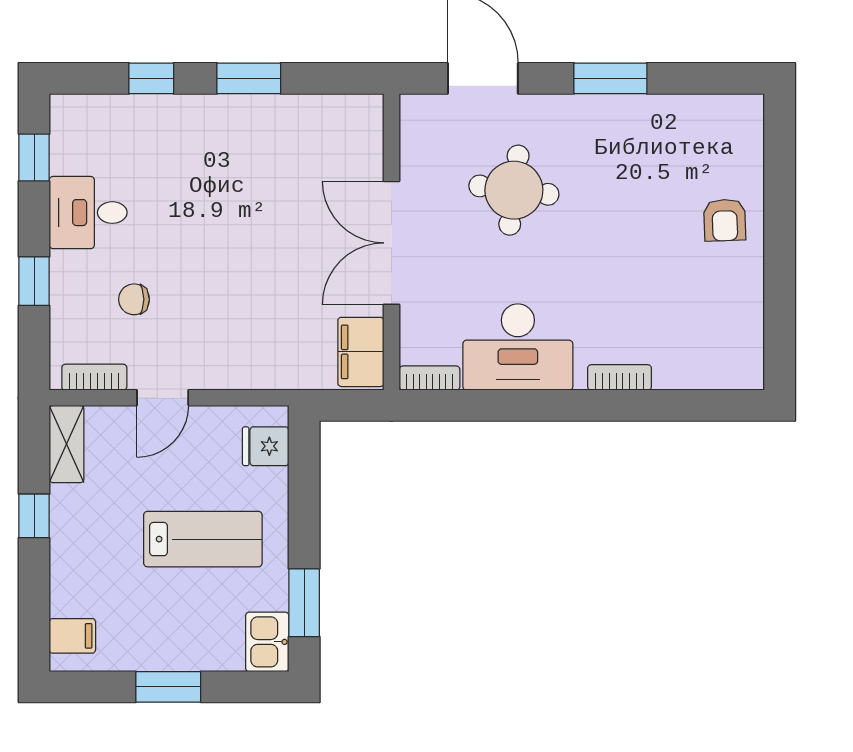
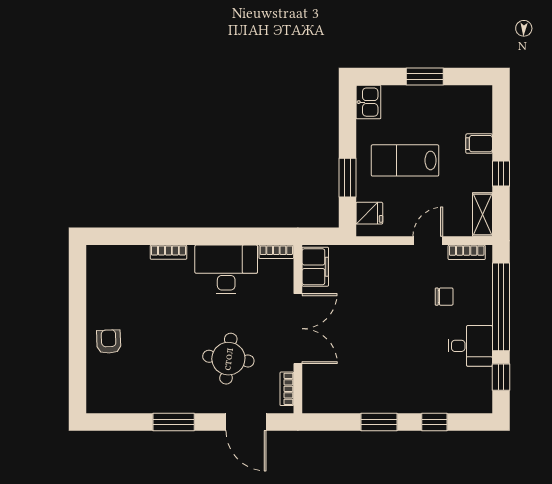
bookcase: (411, 137) -> (287, 389), added
window: (34, 281) -> (501, 307), width x3.17
window: (304, 603) -> (348, 178), moved
filing cabinet: (72, 636) -> (479, 144), moved

